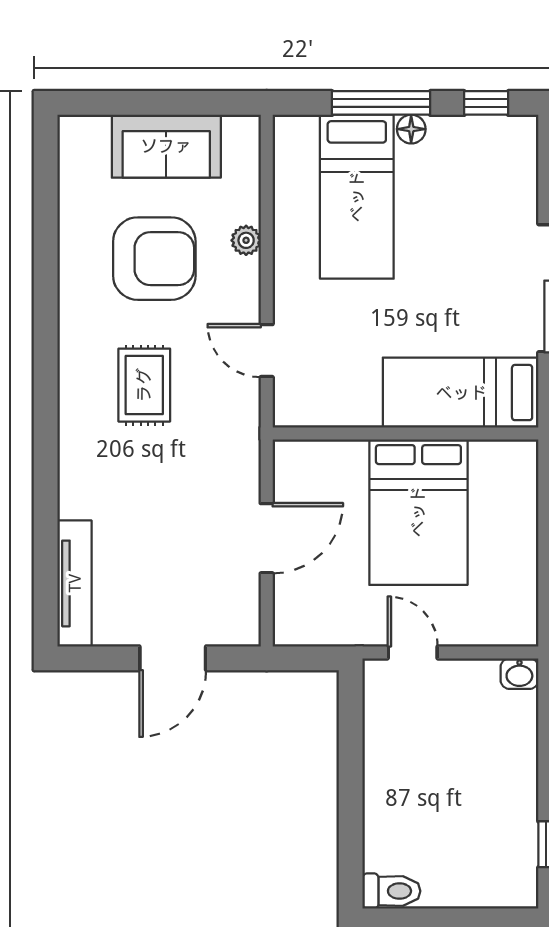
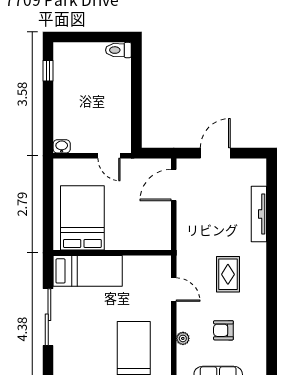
armchair: (154, 259) -> (223, 330), width x0.53, depth x0.53
bed: (418, 512) -> (82, 218), moved
door: (267, 538) -> (174, 185), moved
tv unit: (75, 583) -> (259, 214), moved

